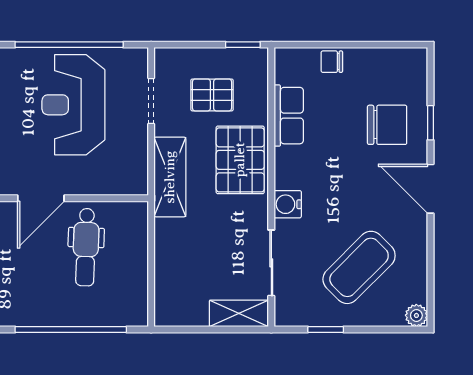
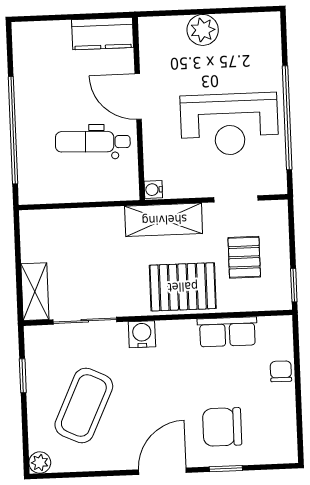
reception desk: (73, 105) -> (229, 124), turned 180
chair: (387, 125) -> (222, 427), turned 90
water cooler: (138, 186) -> (153, 190), added
coffee table: (359, 267) -> (84, 405), turned 70

